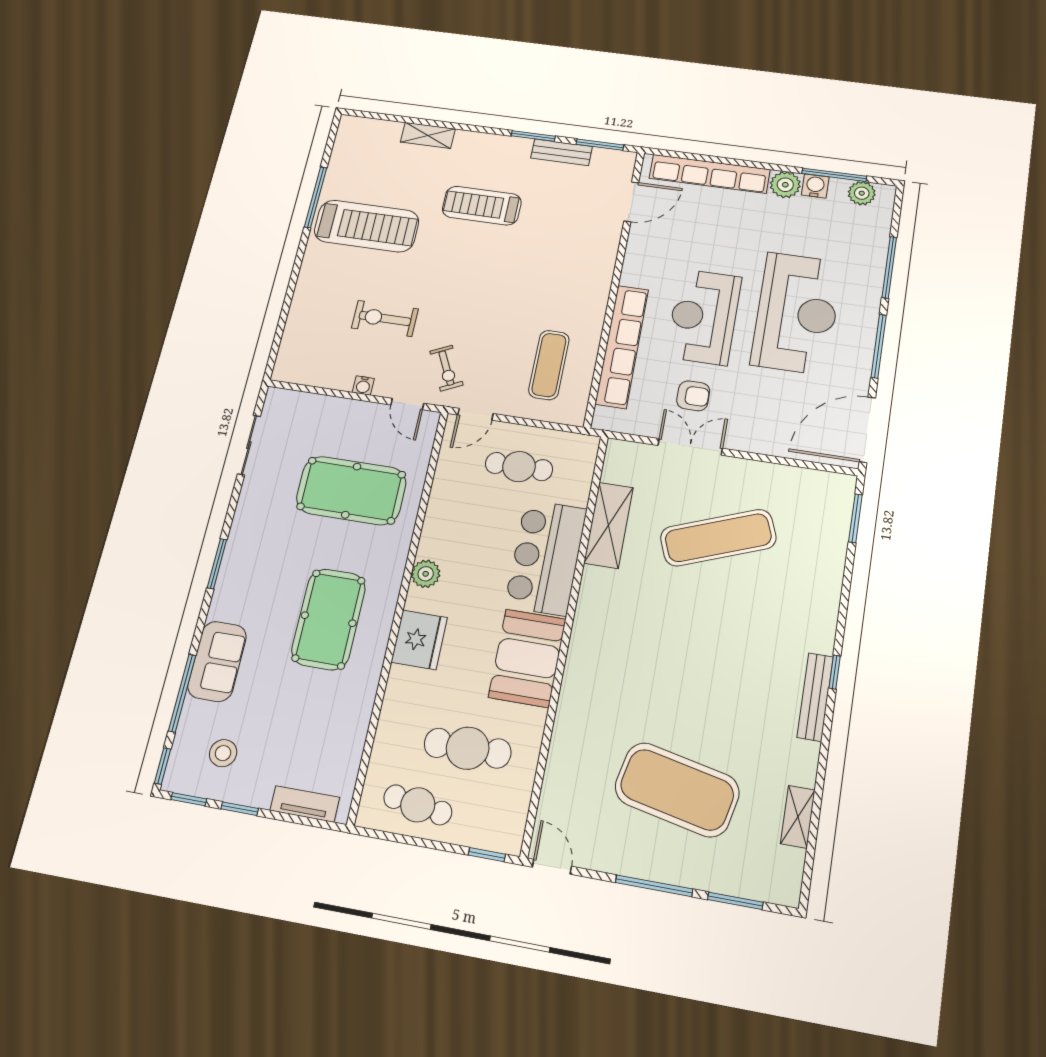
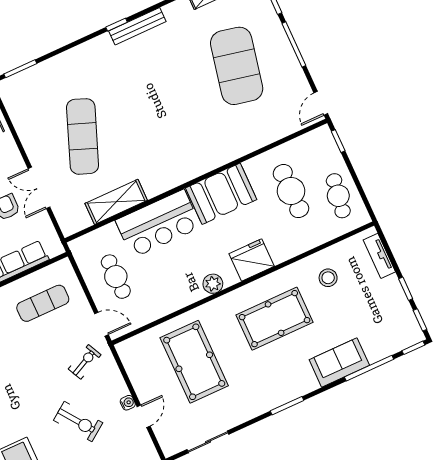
exercise bike: (385, 318) -> (78, 421), turned -36
door: (407, 404) -> (144, 416), moved
exercise mat: (718, 538) -> (83, 136), turned 42
stool: (223, 753) -> (328, 278), moved

